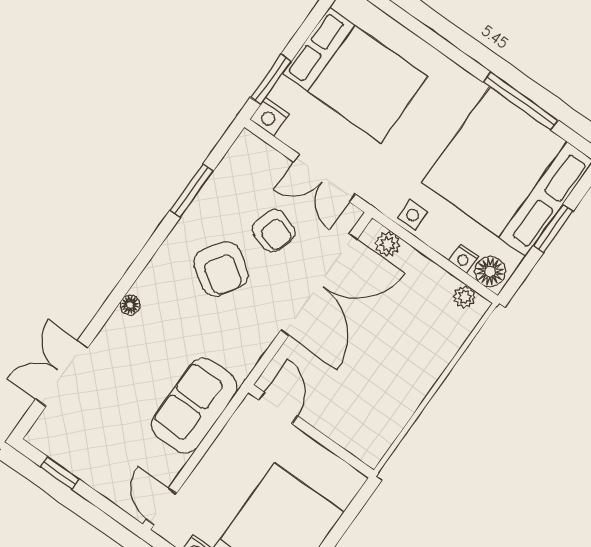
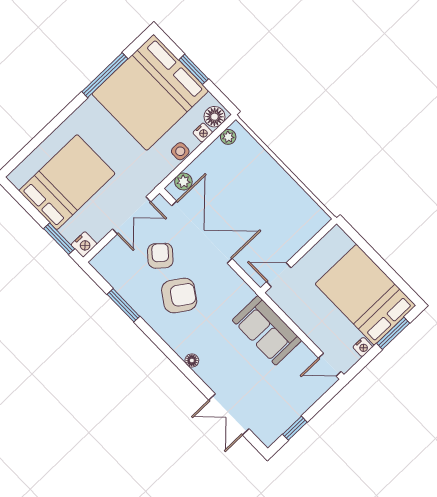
side table: (413, 215) -> (180, 151), moved
armchair: (274, 231) -> (160, 256), turned -67

